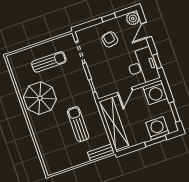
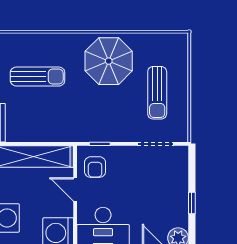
armchair: (110, 39) -> (95, 167), moved, turned 101
sun lounger: (78, 124) -> (38, 77), moved

